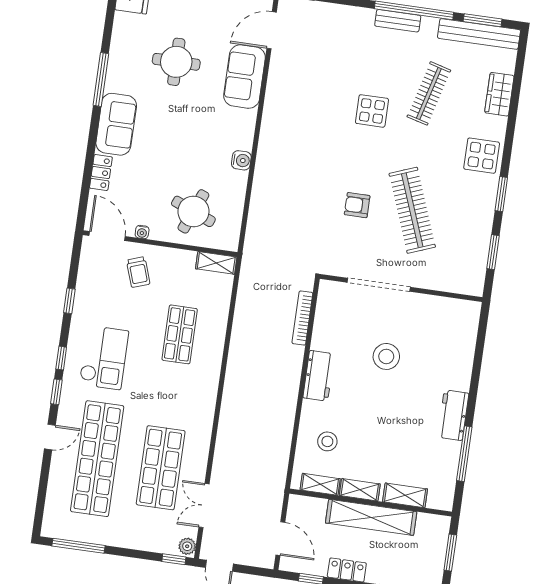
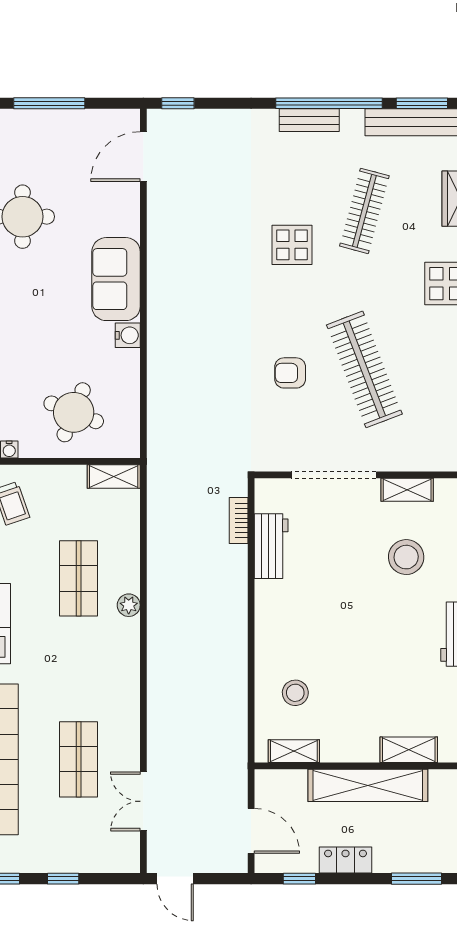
sofa: (244, 77) -> (116, 279), moved
bookcase: (302, 318) -> (239, 520), width x0.64
stool: (386, 356) -> (406, 557), moved
workbench: (319, 376) -> (271, 546), moved
shop shelf: (161, 468) -> (79, 759), width x0.70, depth x0.74
shelving: (360, 490) -> (407, 490), moved
plant: (187, 546) -> (129, 605), moved
window: (174, 559) -> (63, 879), moved

